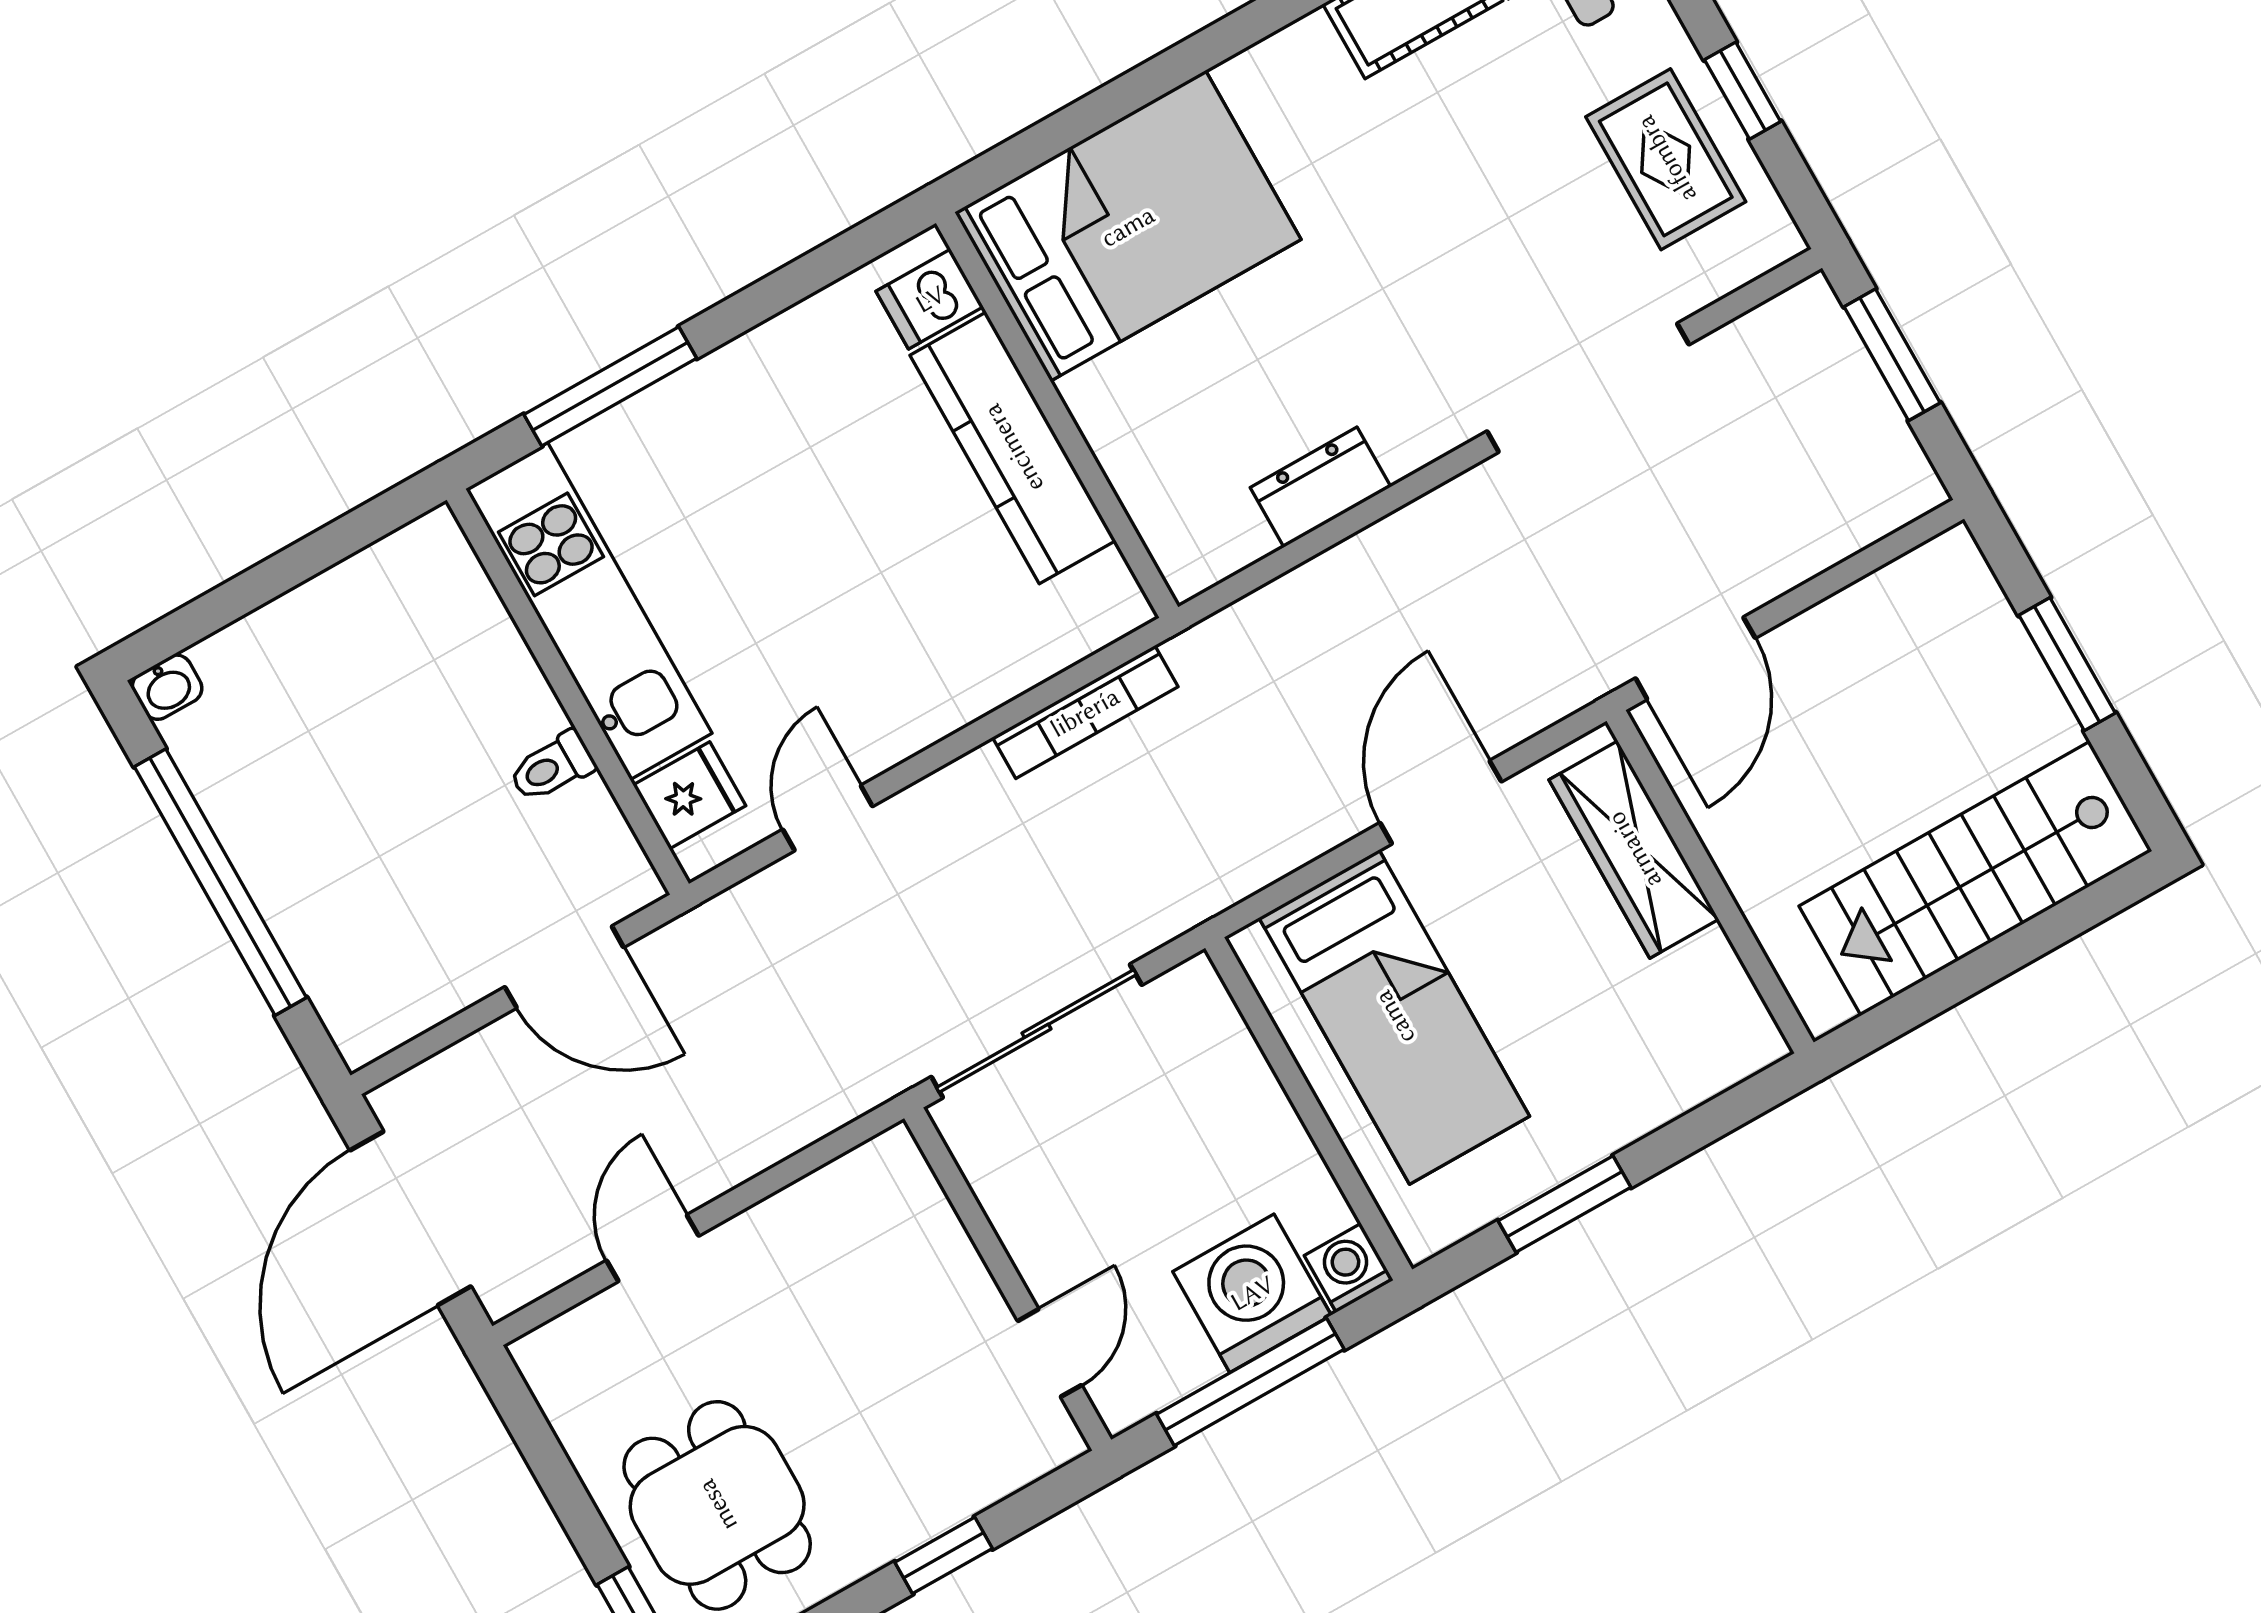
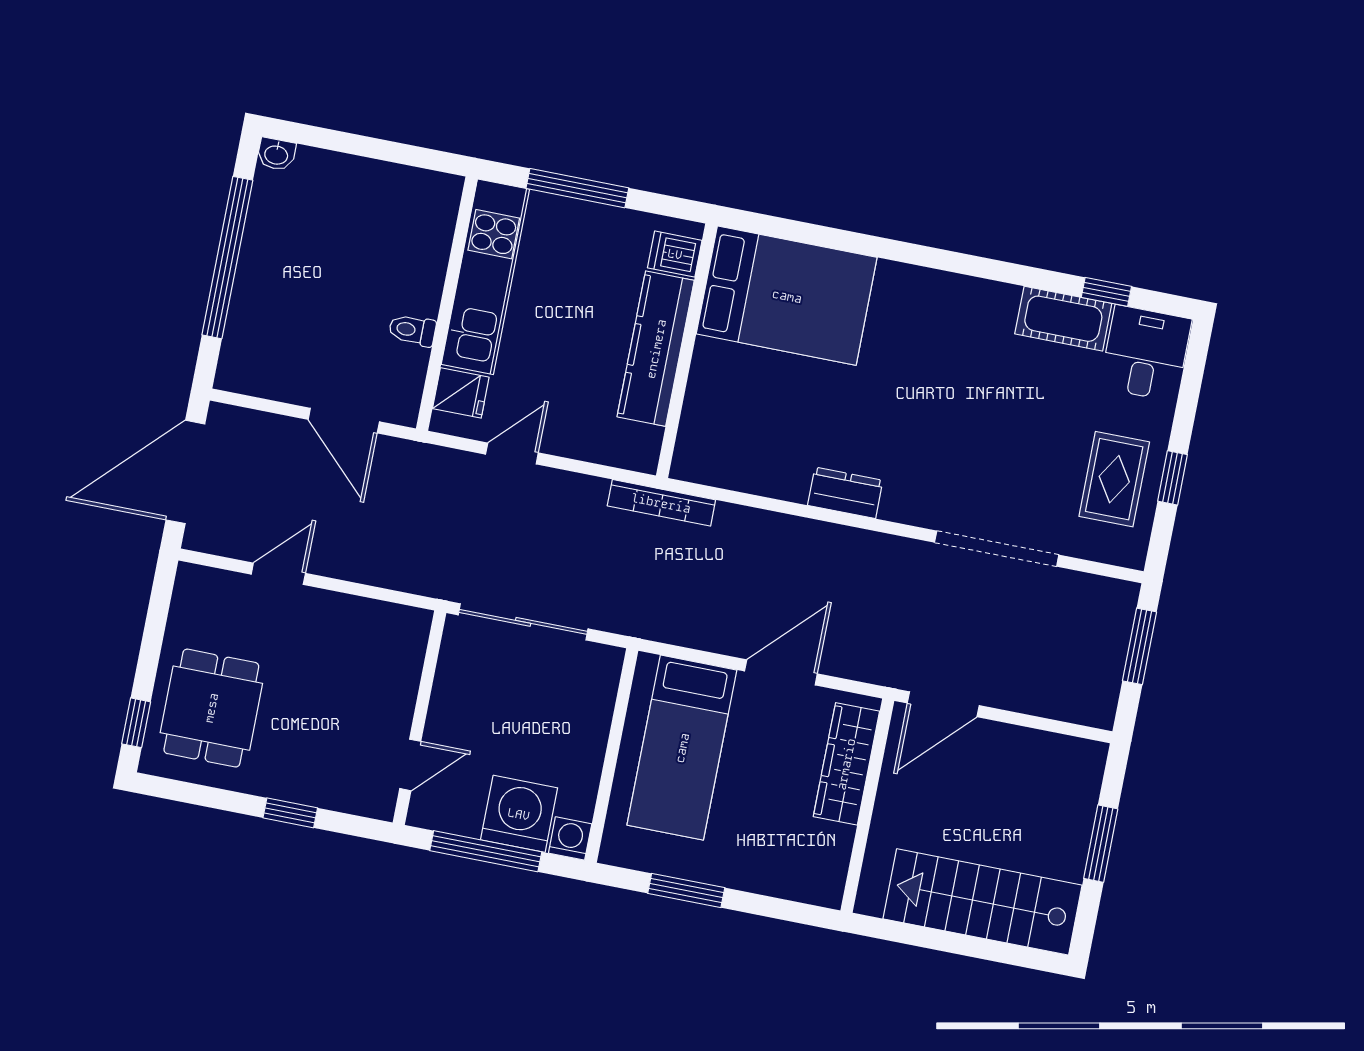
bed: (1128, 226) -> (787, 296), moved
dishwasher: (930, 299) -> (675, 254), moved
wall: (1057, 415) -> (687, 351), moved
kitchen counter: (1013, 448) -> (656, 349), moved

